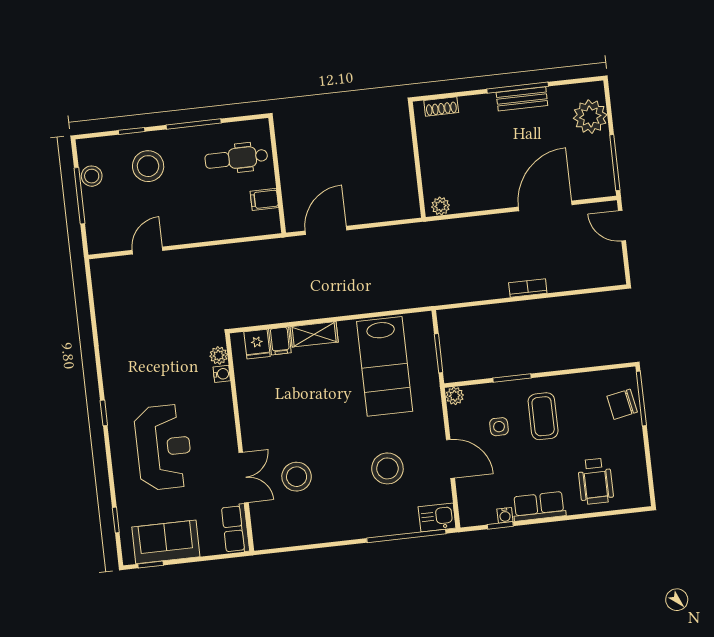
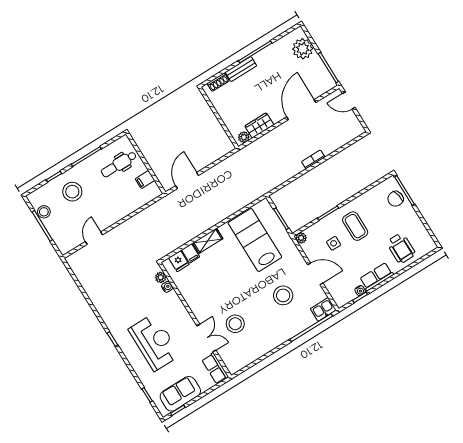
bench: (522, 99) -> (241, 69), moved
wardrobe: (472, 200) -> (259, 125), added
lab bench: (385, 366) -> (255, 240), turned 180

